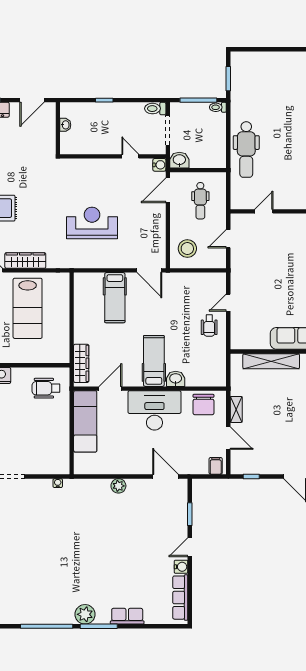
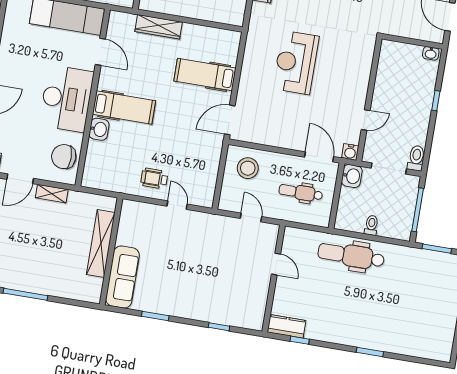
toilet: (218, 107) -> (371, 225), moved
washbasin: (65, 125) -> (431, 53), moved
reception desk: (92, 223) -> (296, 63), turned 180
wardrobe: (81, 363) -> (159, 27), moved

